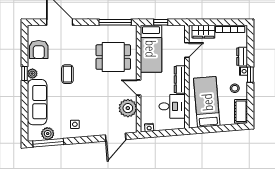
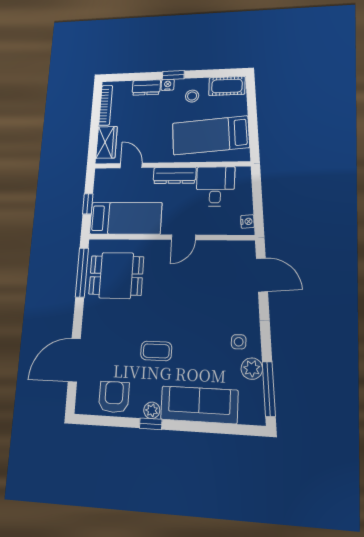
armchair: (39, 50) -> (114, 397), turned -90
dining table: (113, 57) -> (116, 275), moved, turned 90
plant: (128, 108) -> (215, 255), removed
plant: (48, 134) -> (252, 369), moved

